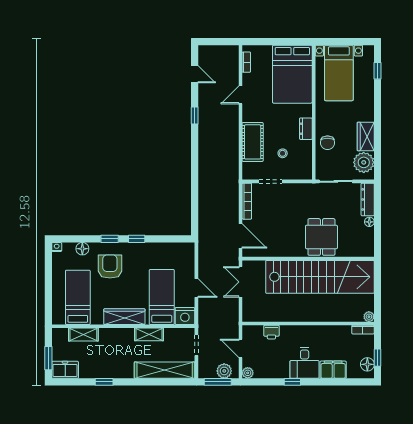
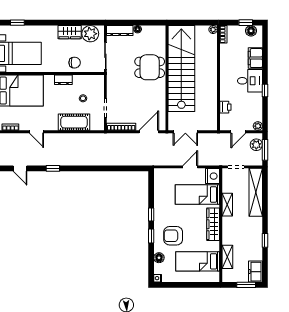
door: (195, 74) -> (20, 168), swing flipped

